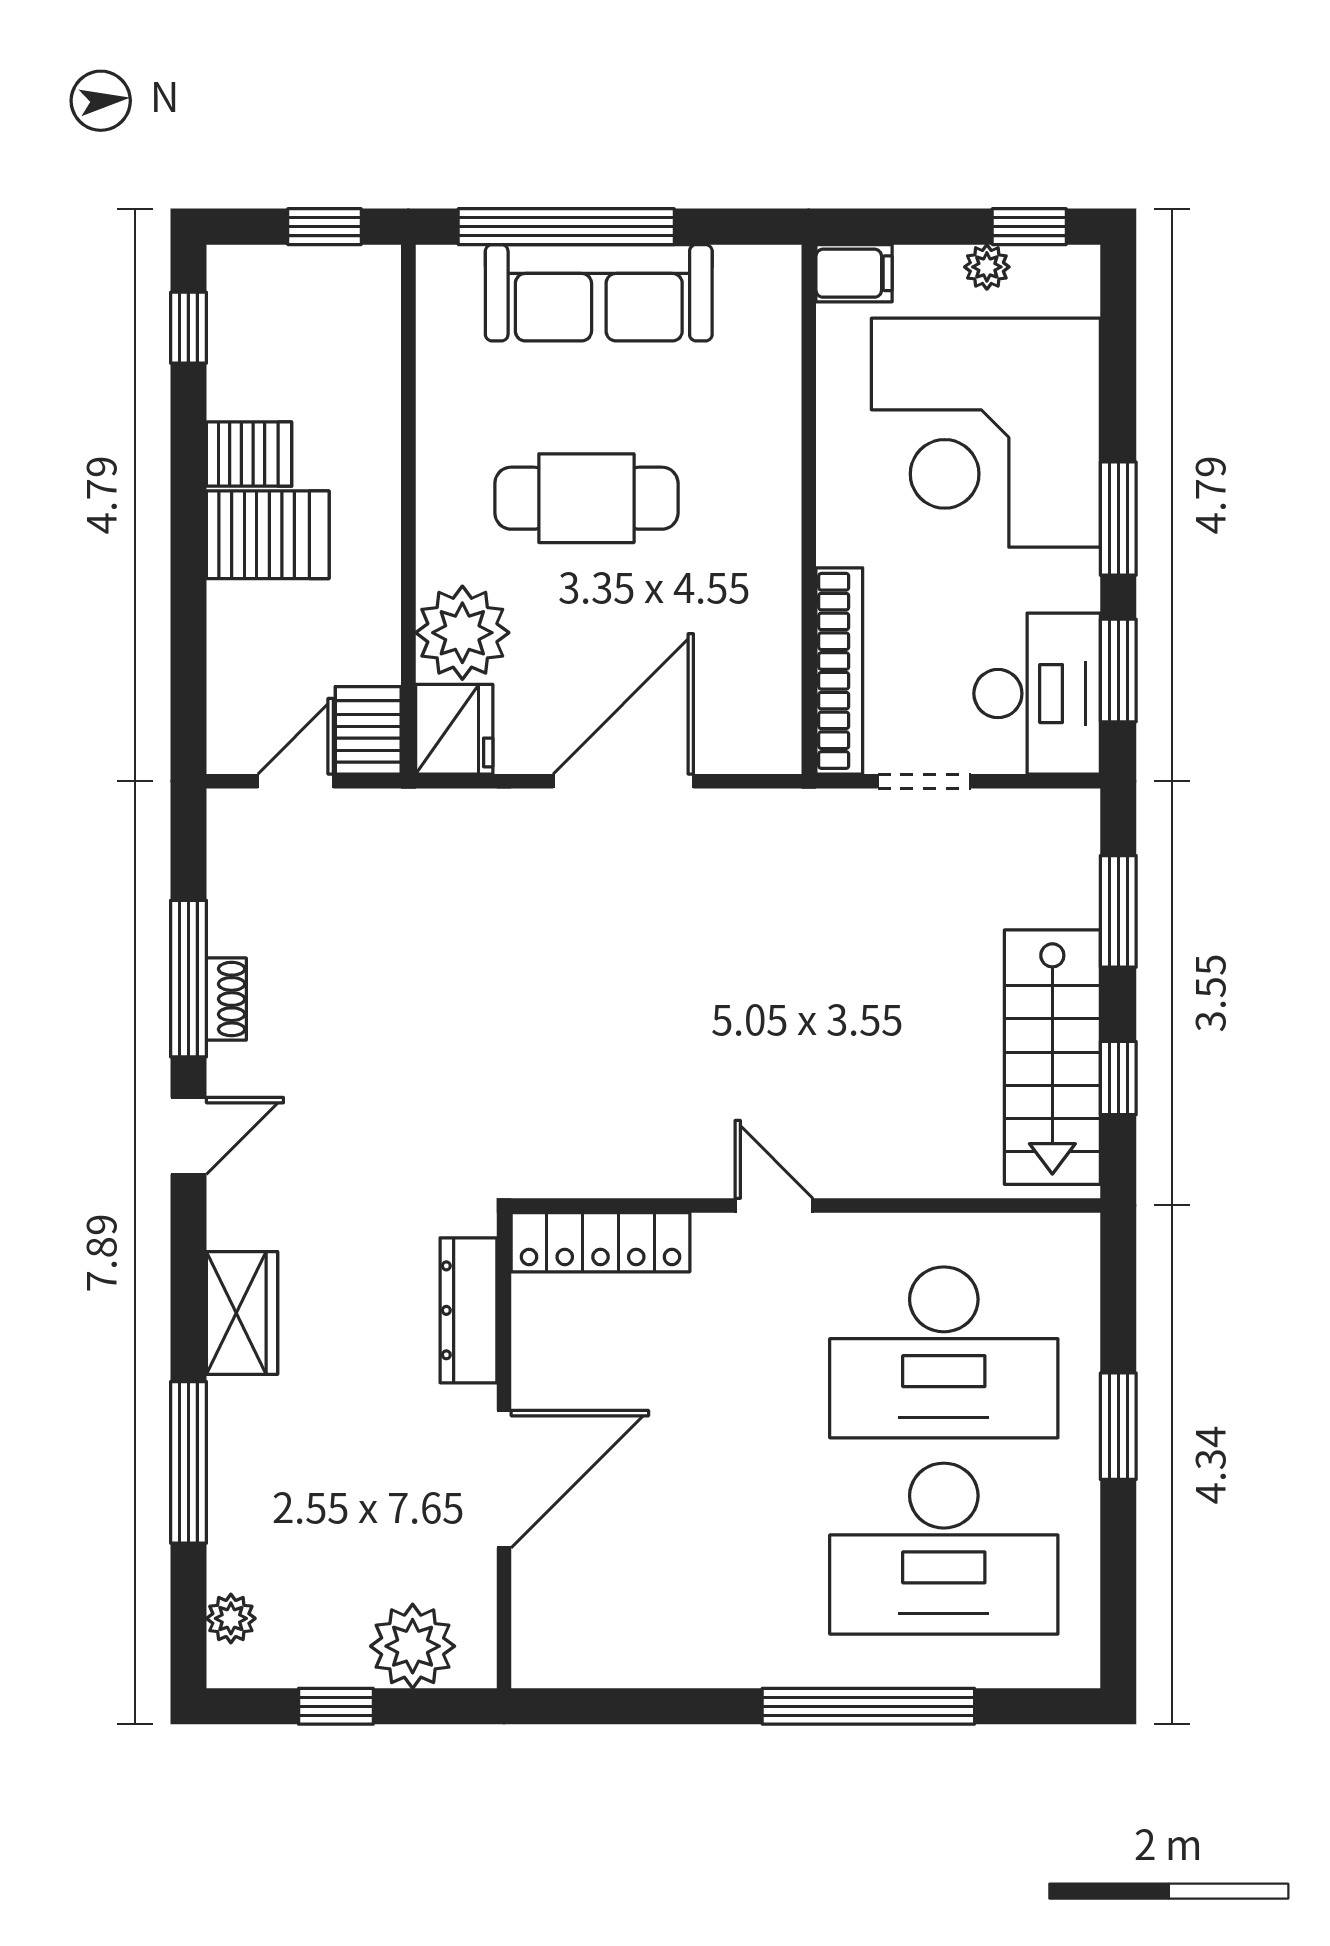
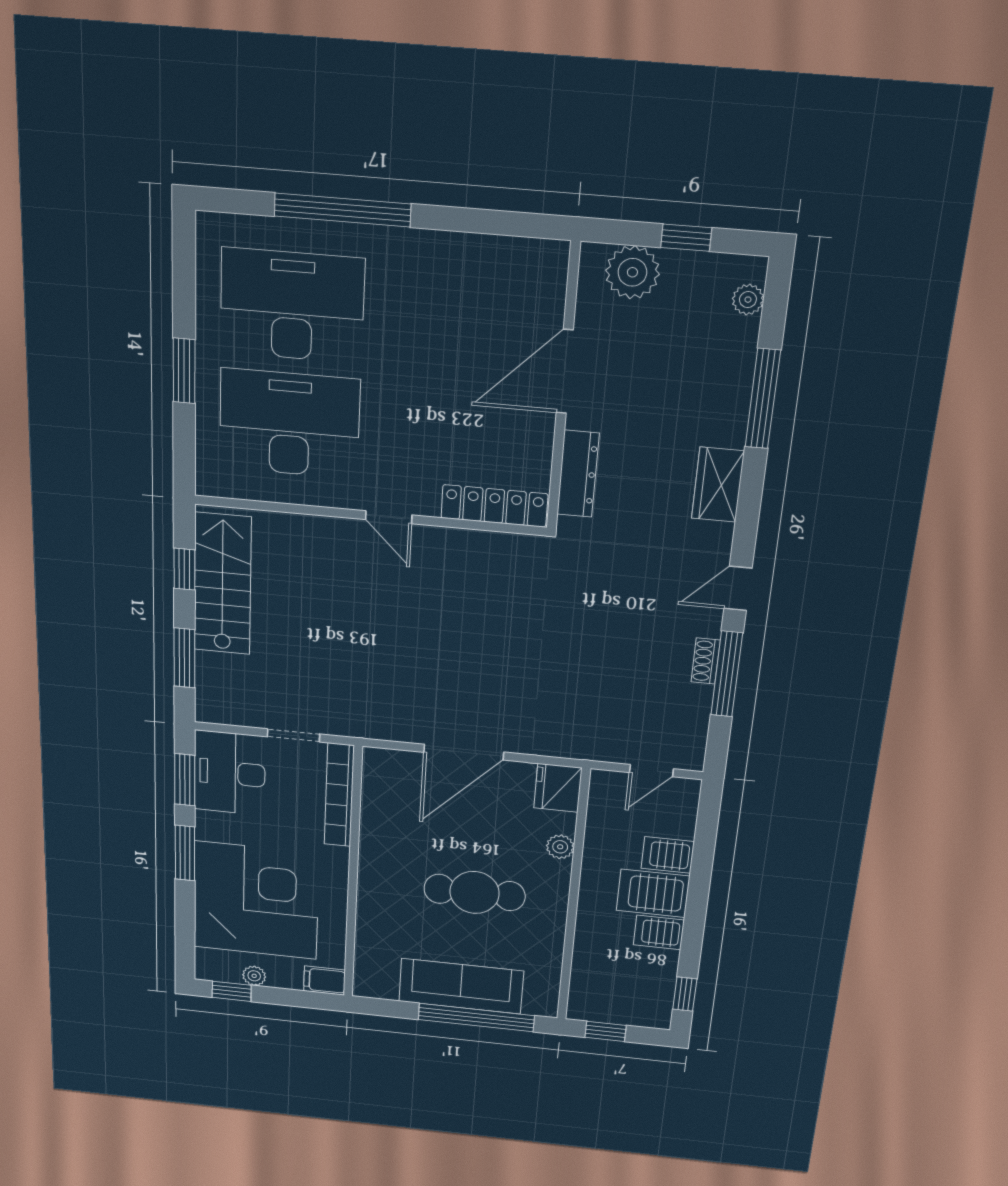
plant: (462, 633) -> (560, 847), width x0.53, depth x0.53
server rack: (368, 730) -> (668, 855), moved, turned 90

